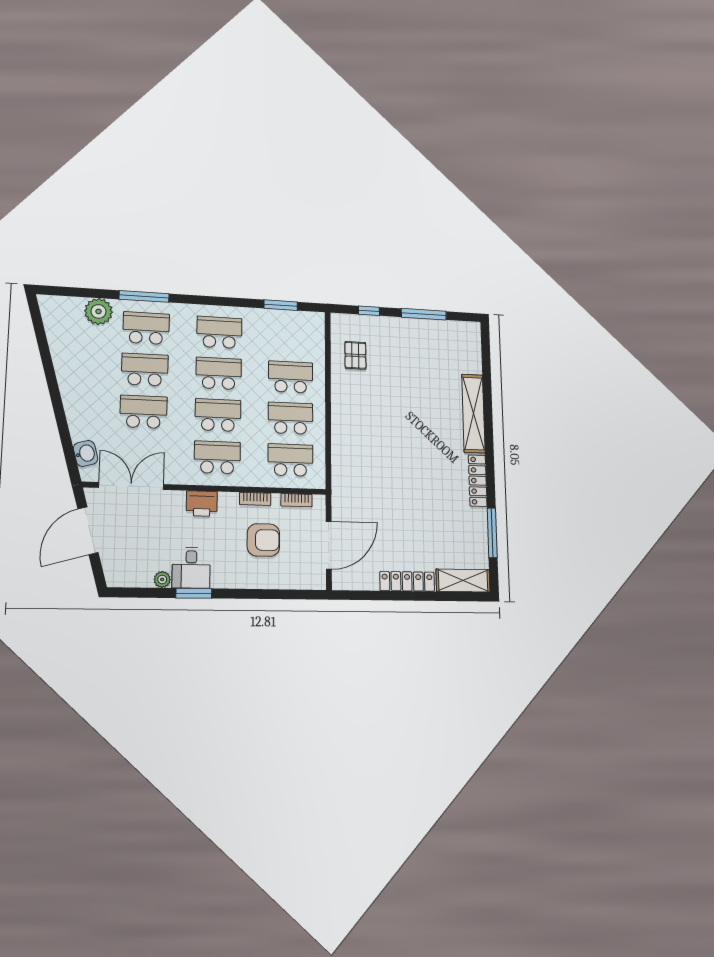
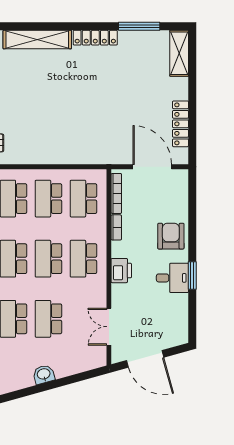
washbasin: (86, 453) -> (44, 374), moved
double door: (131, 486) -> (109, 327), width x0.73
bookcase: (297, 500) -> (116, 193), width x1.56
armchair: (263, 540) -> (171, 236), moved
plant: (162, 579) -> (182, 300), removed
locker: (407, 581) -> (180, 124), moved

